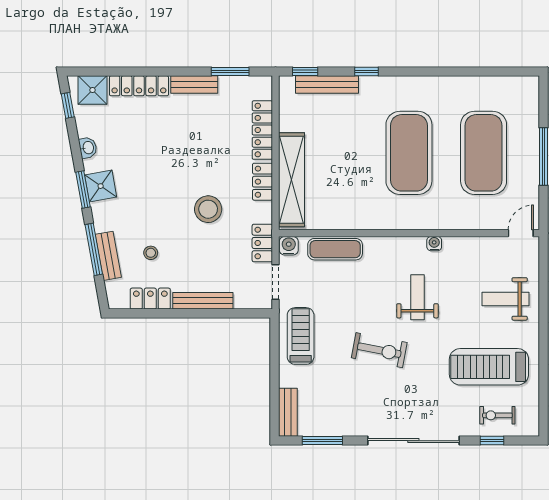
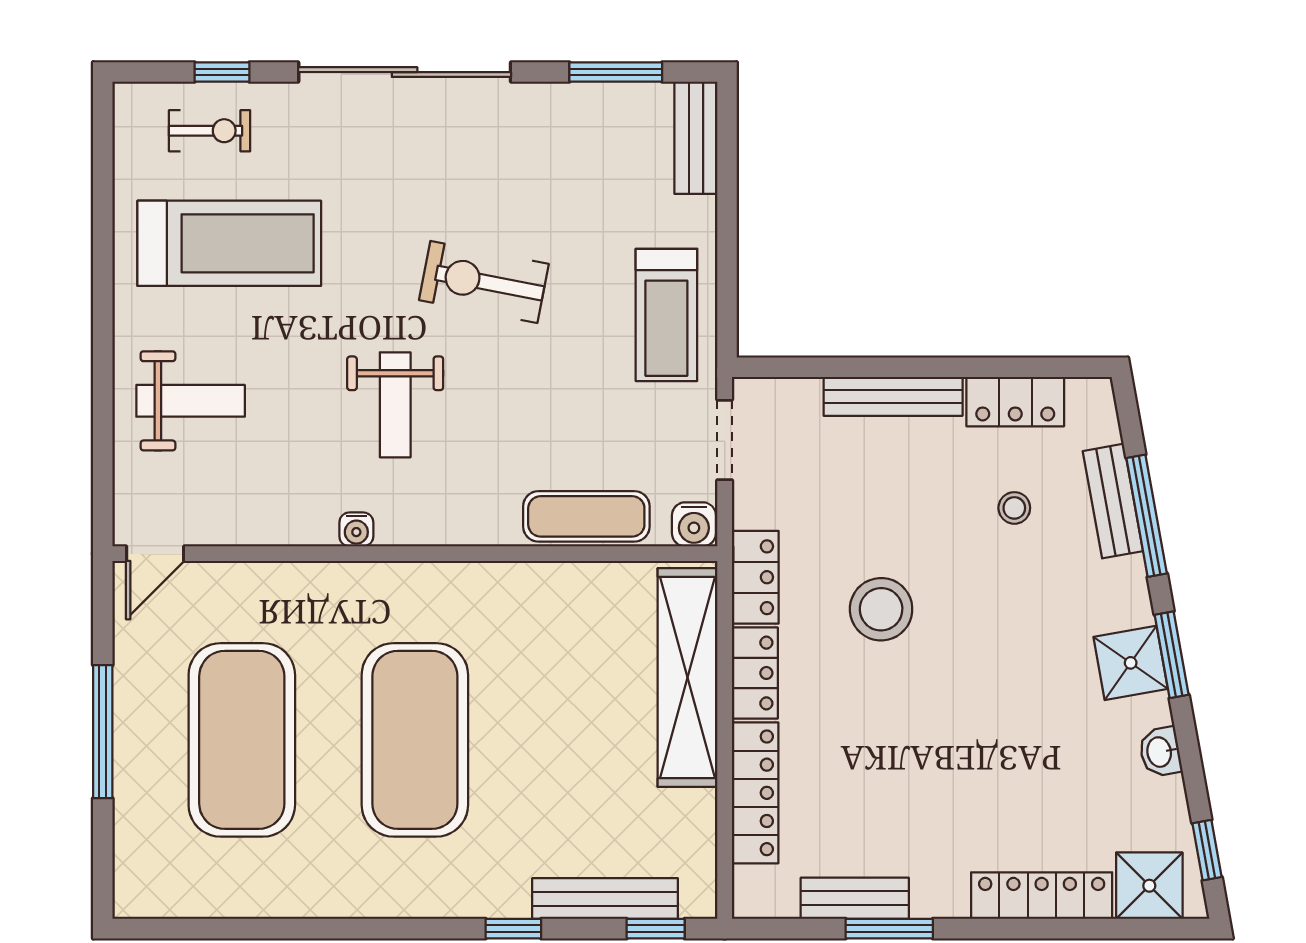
window: (230, 72) -> (889, 929), moved
bench: (194, 85) -> (855, 898), moved
locker: (262, 243) -> (755, 577), moved

